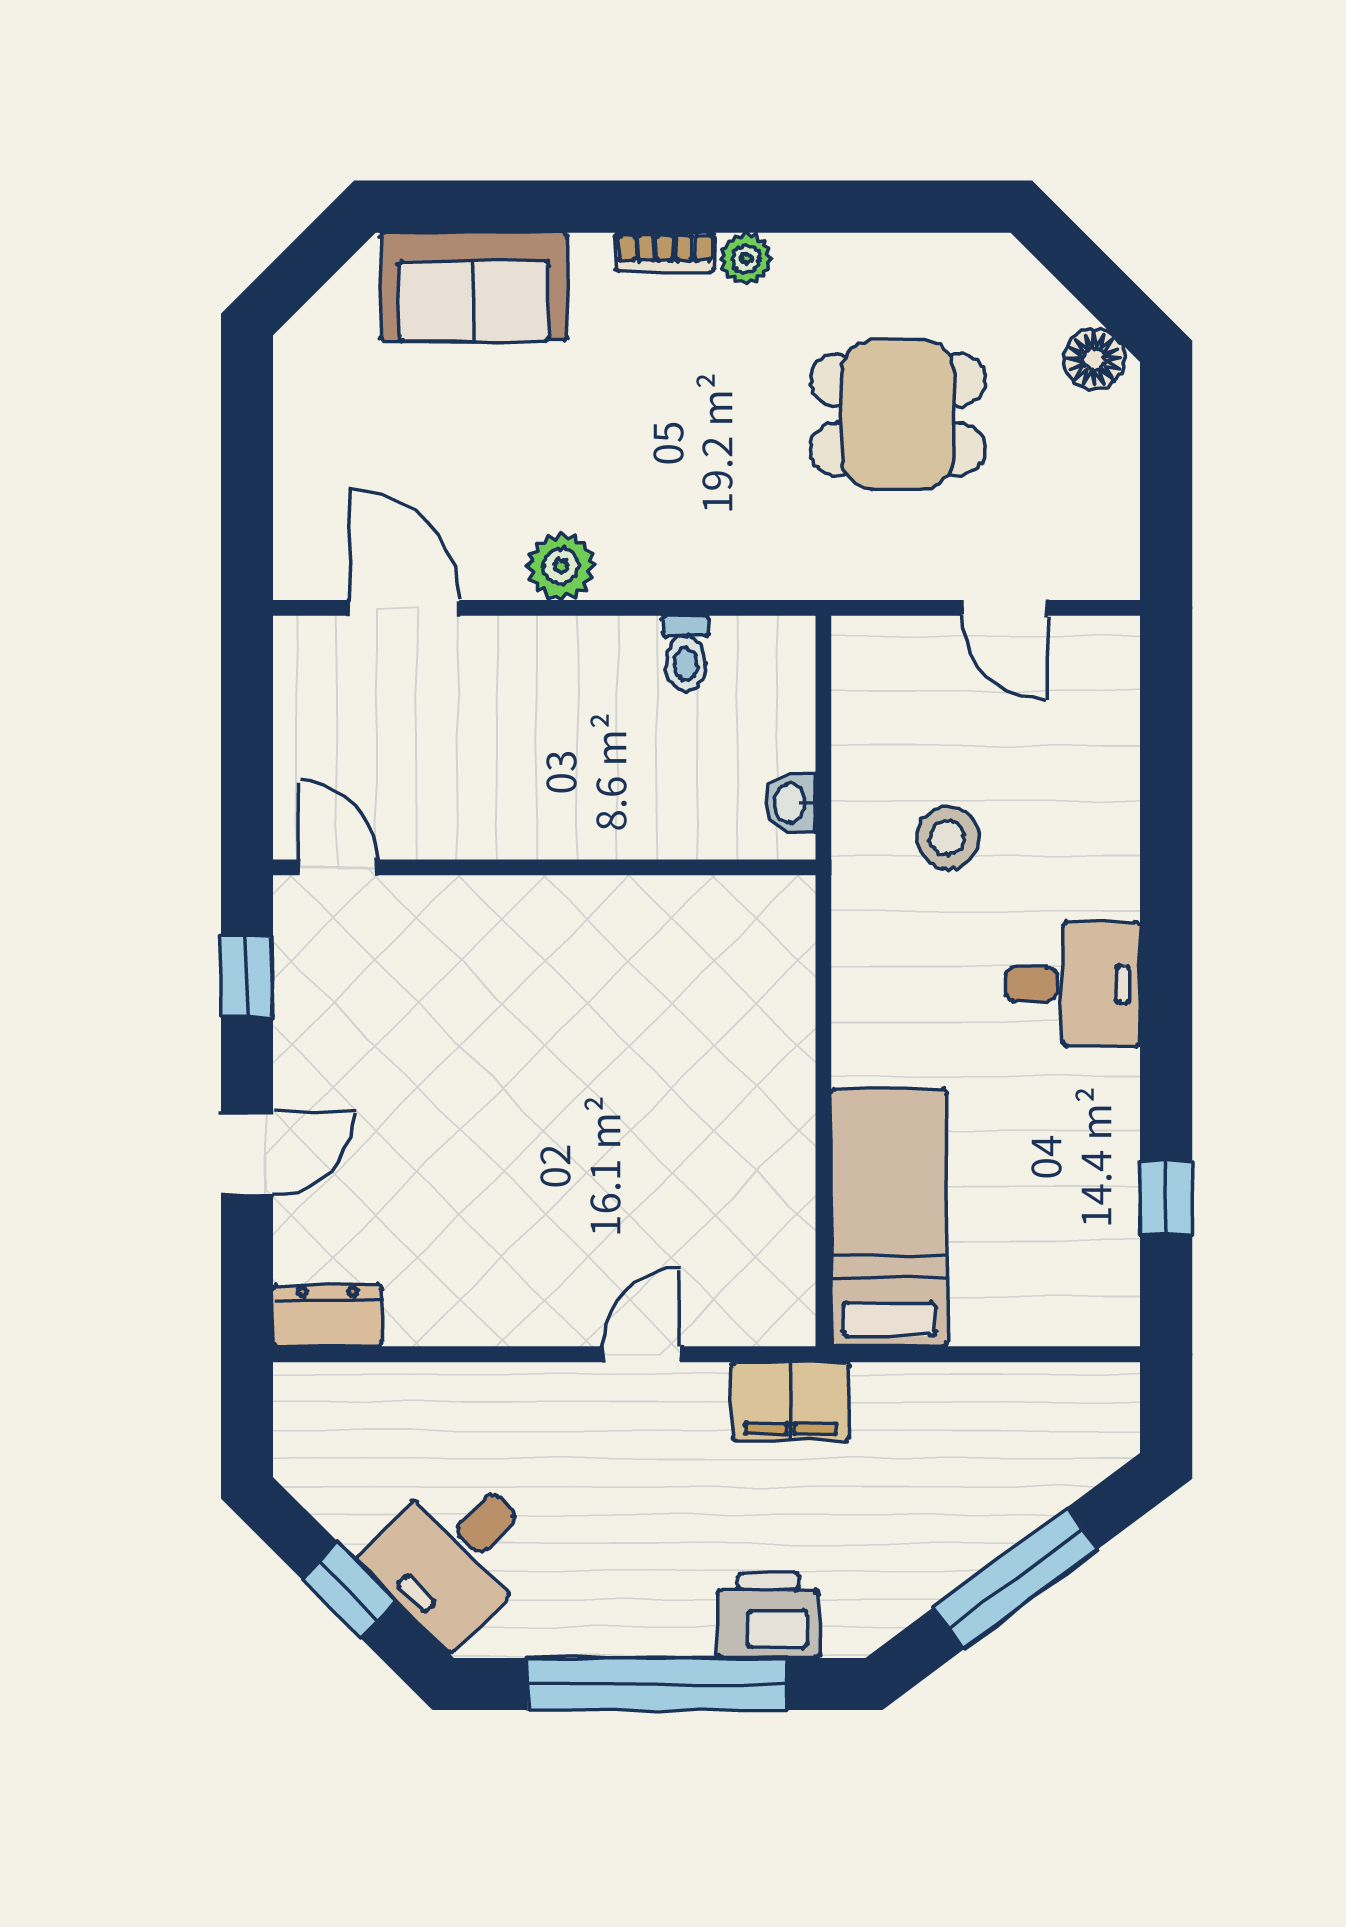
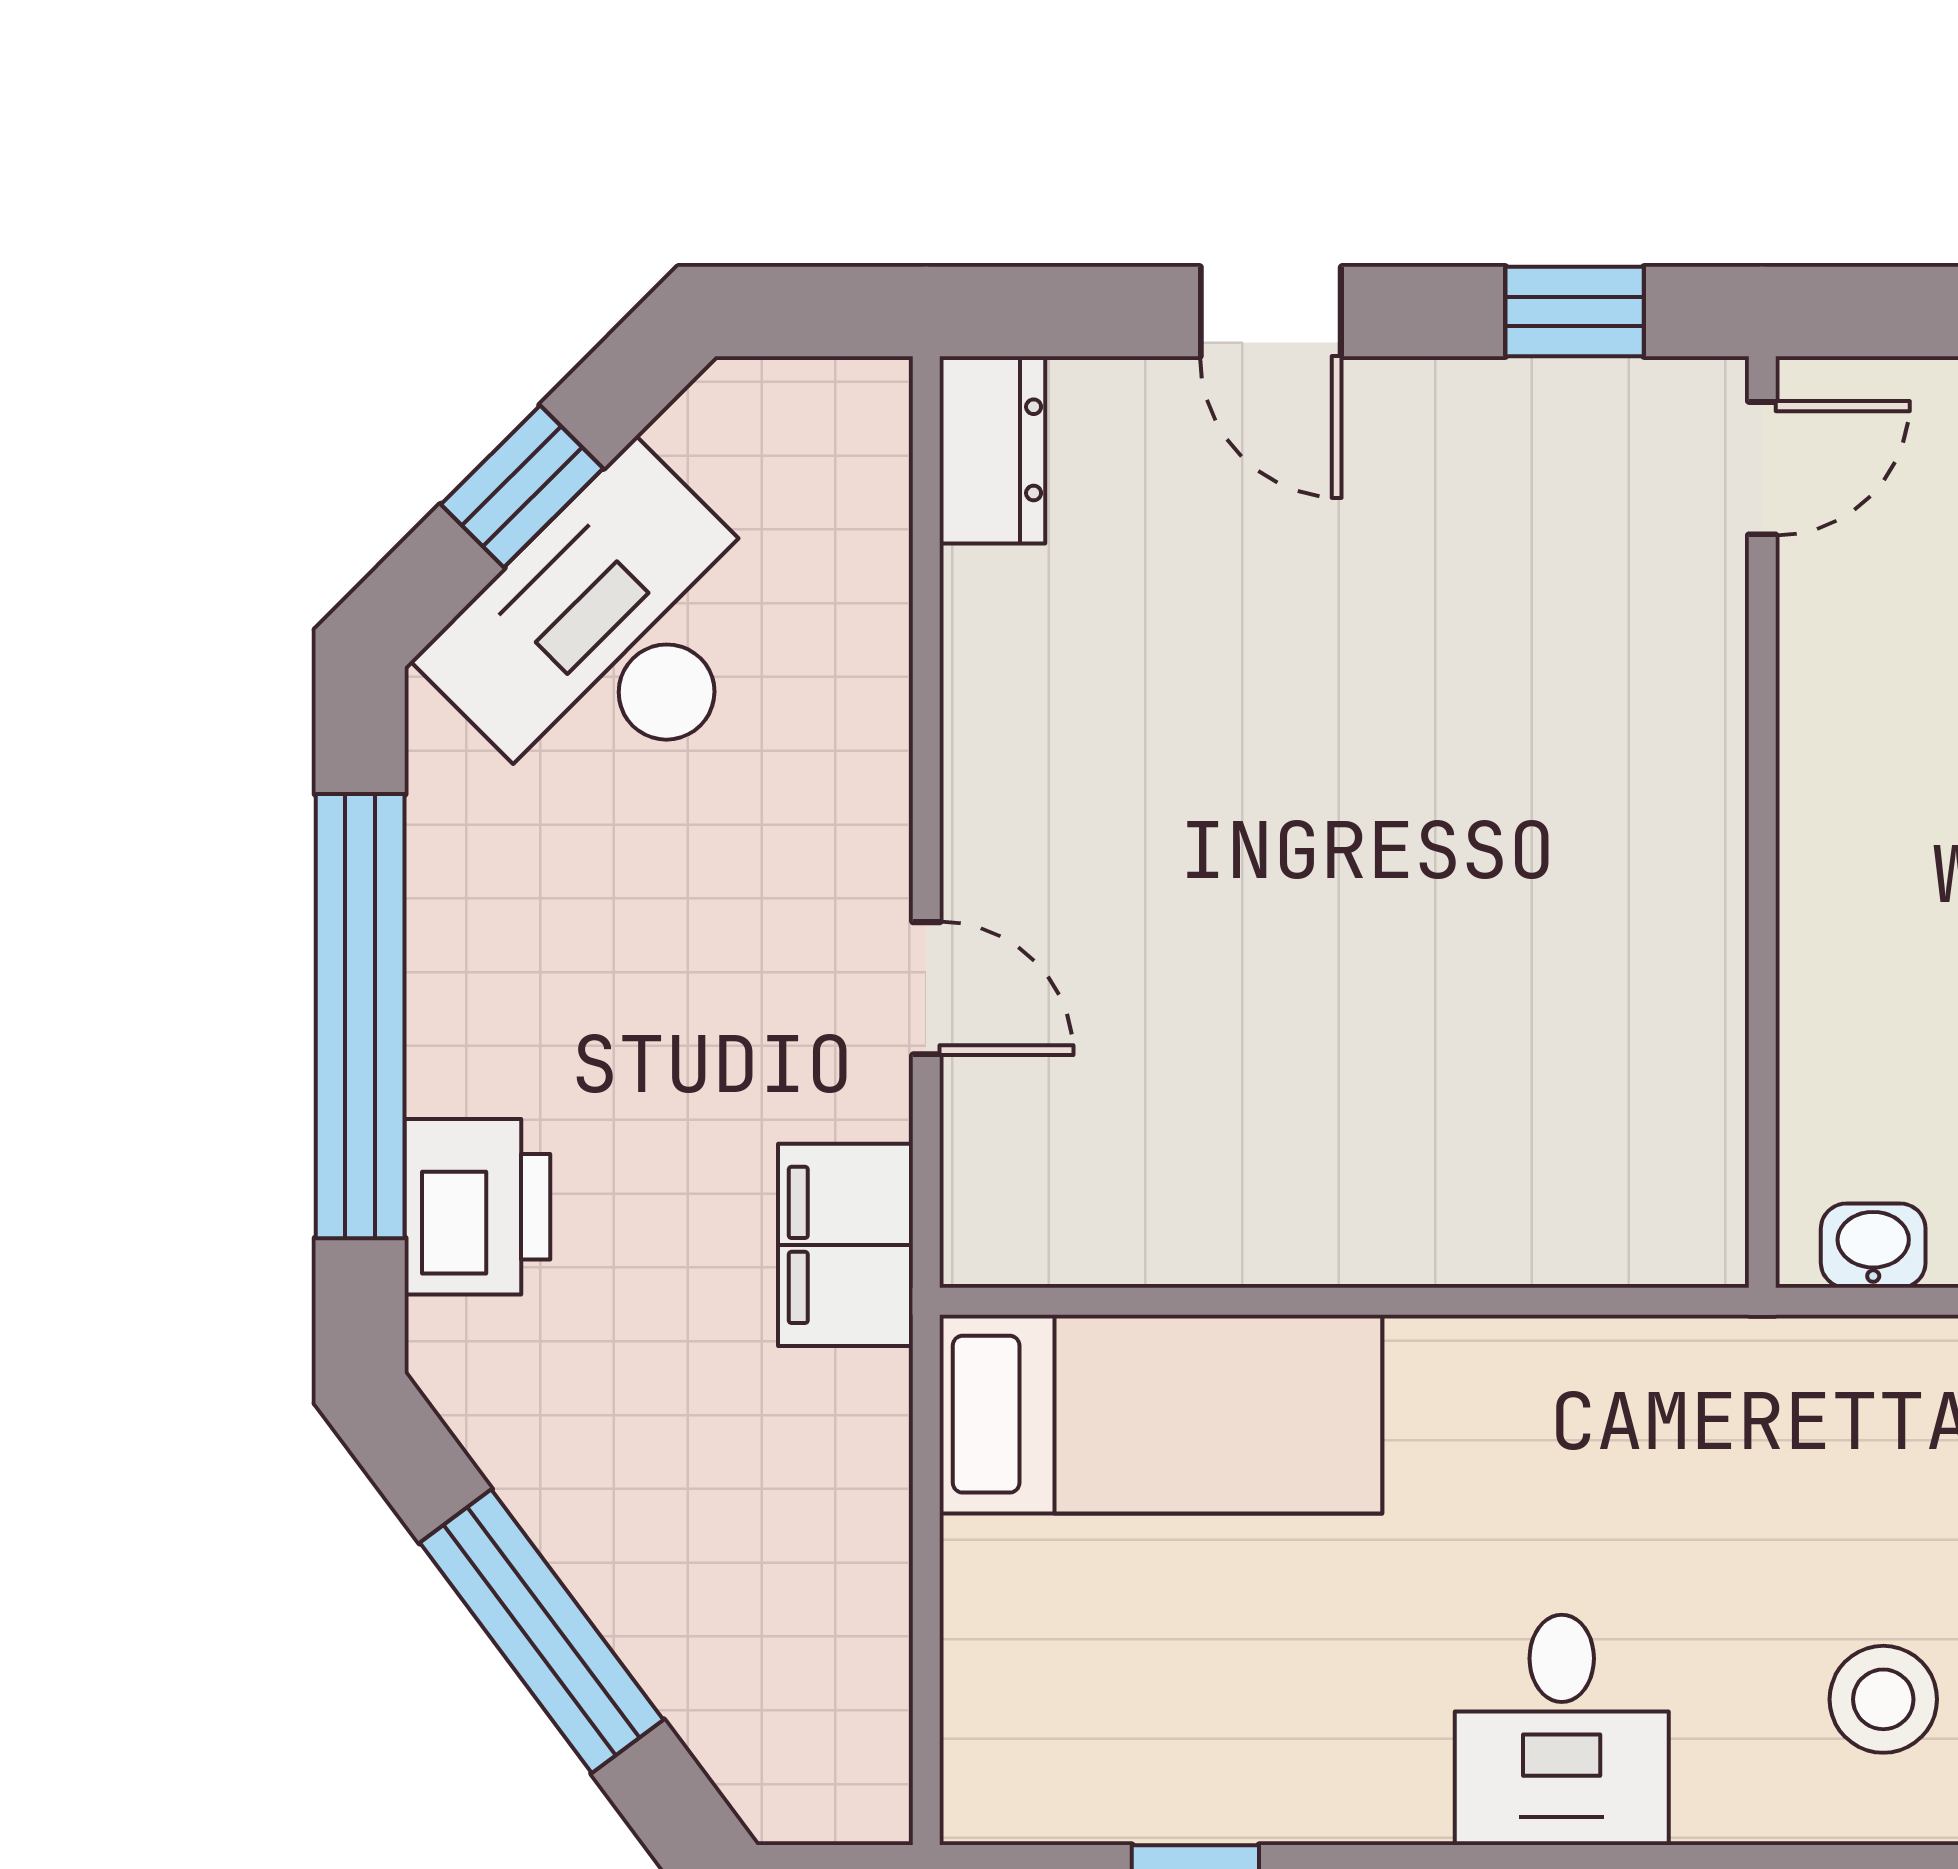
stool: (948, 838) -> (1883, 1699), moved
desk: (454, 1555) -> (612, 637), width x1.37

